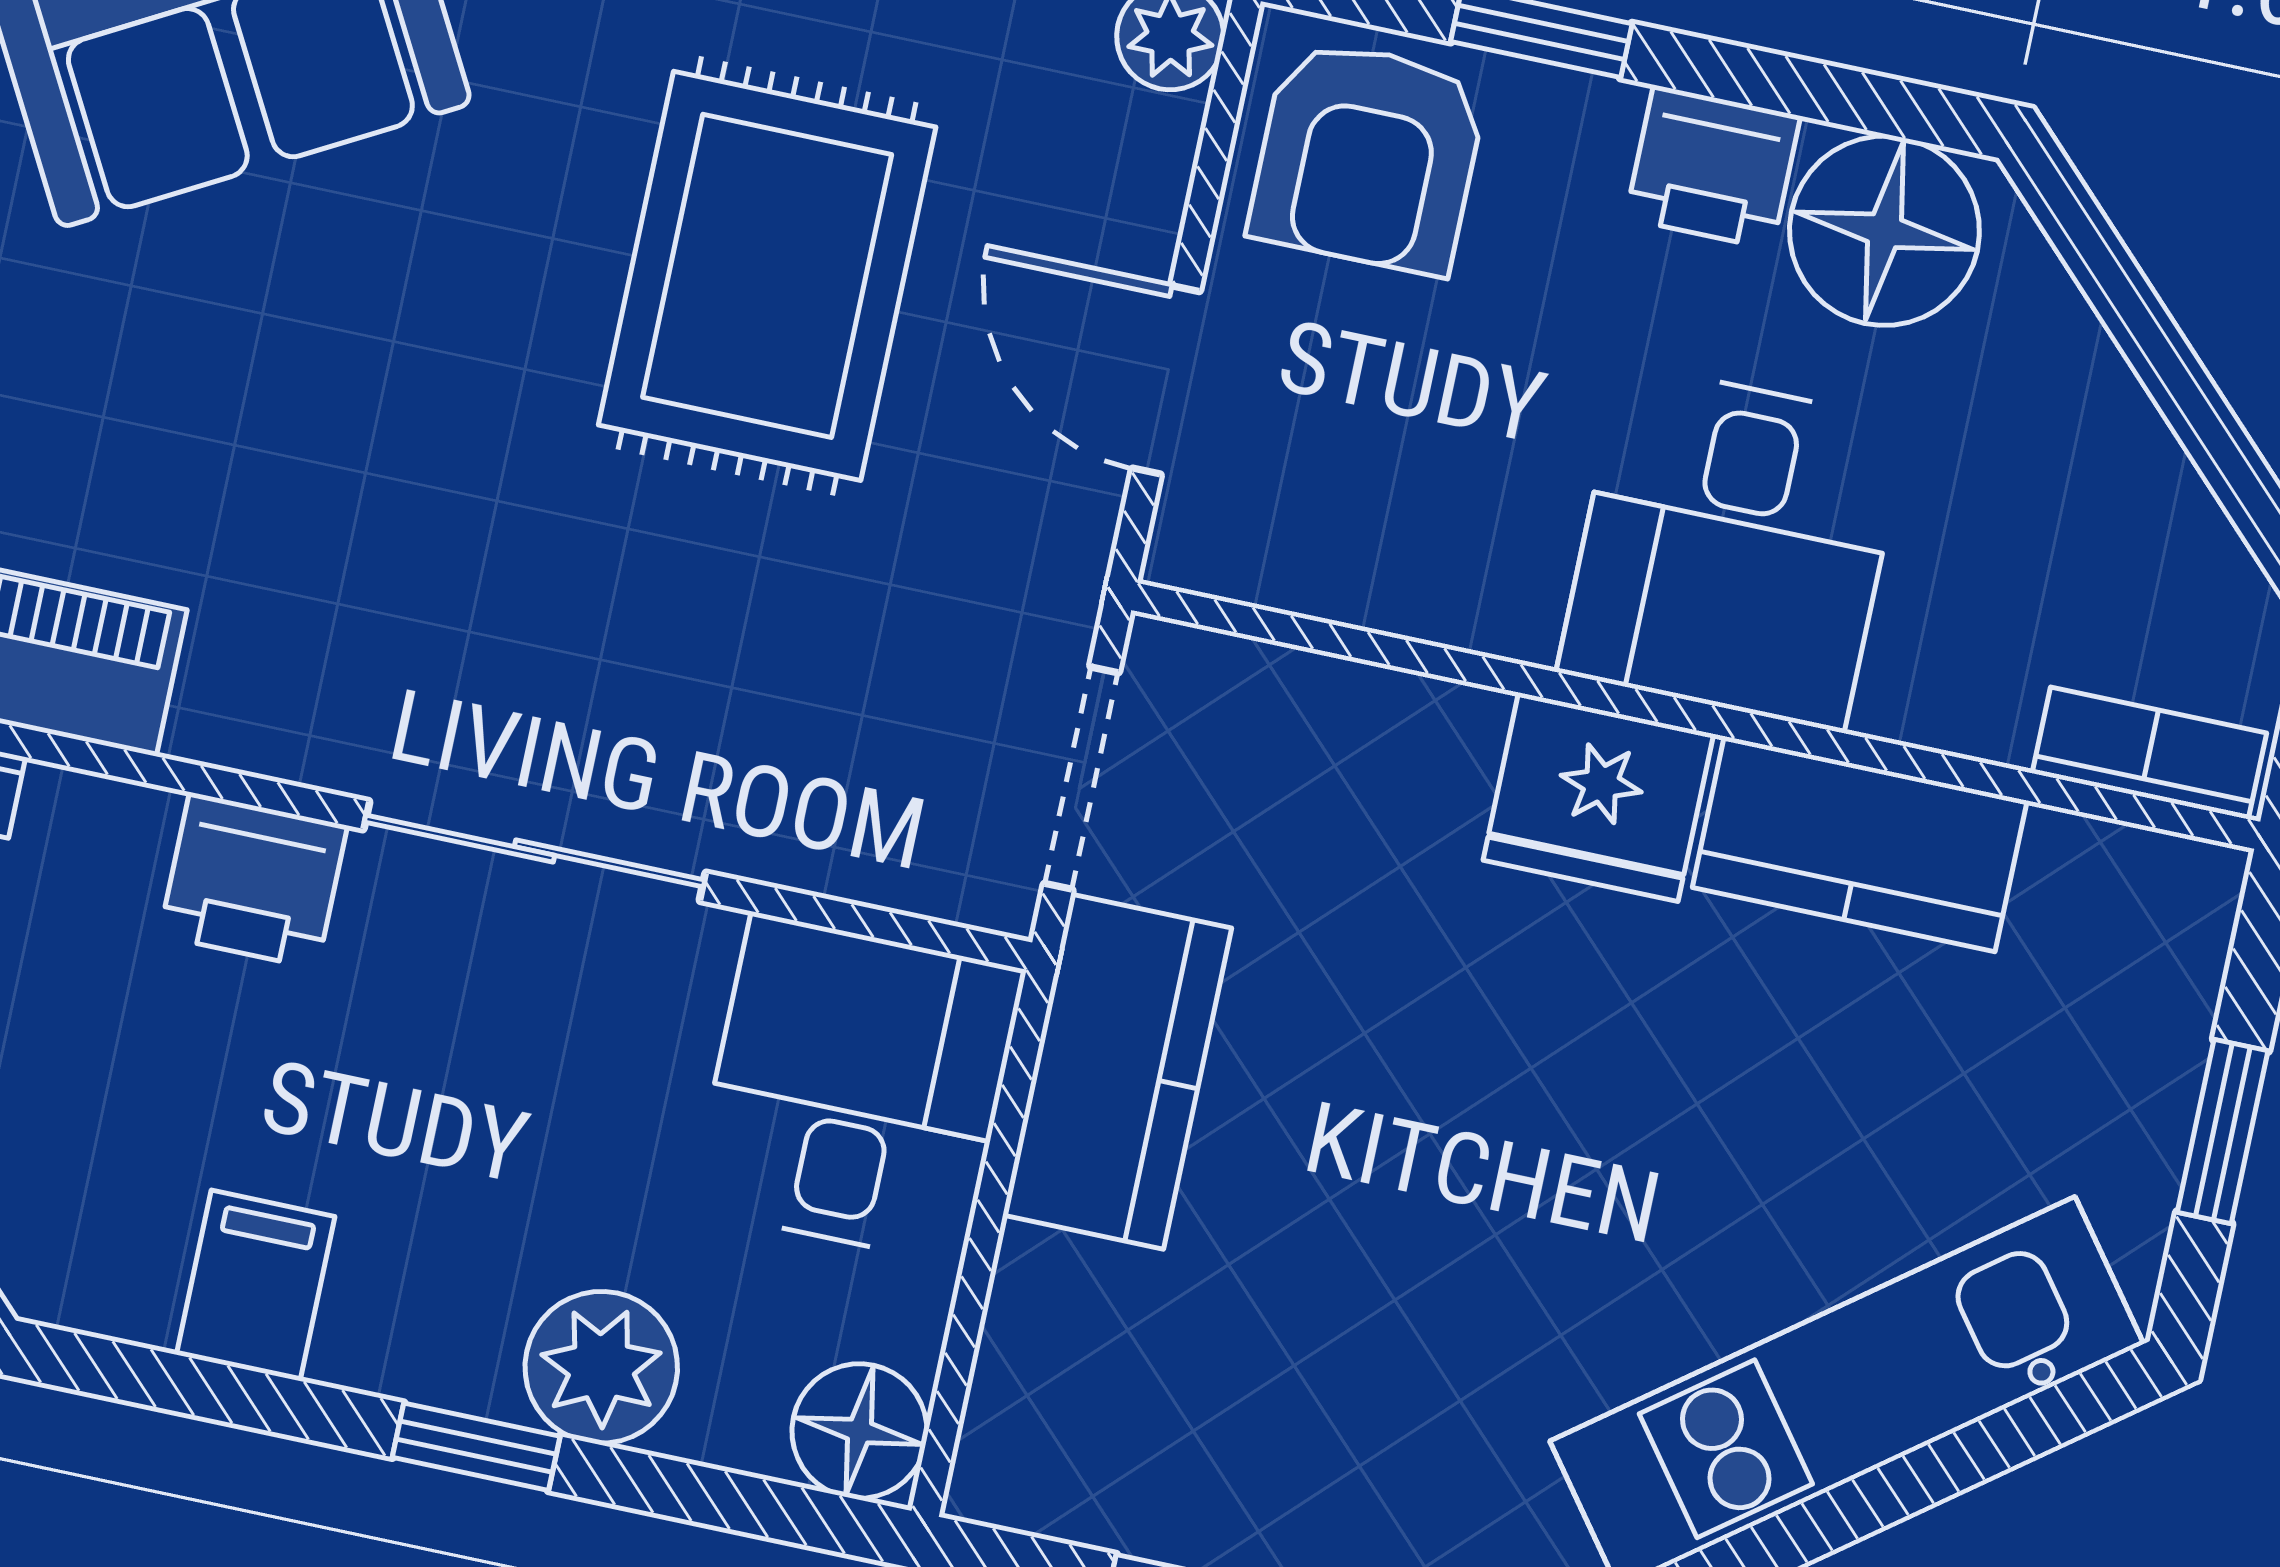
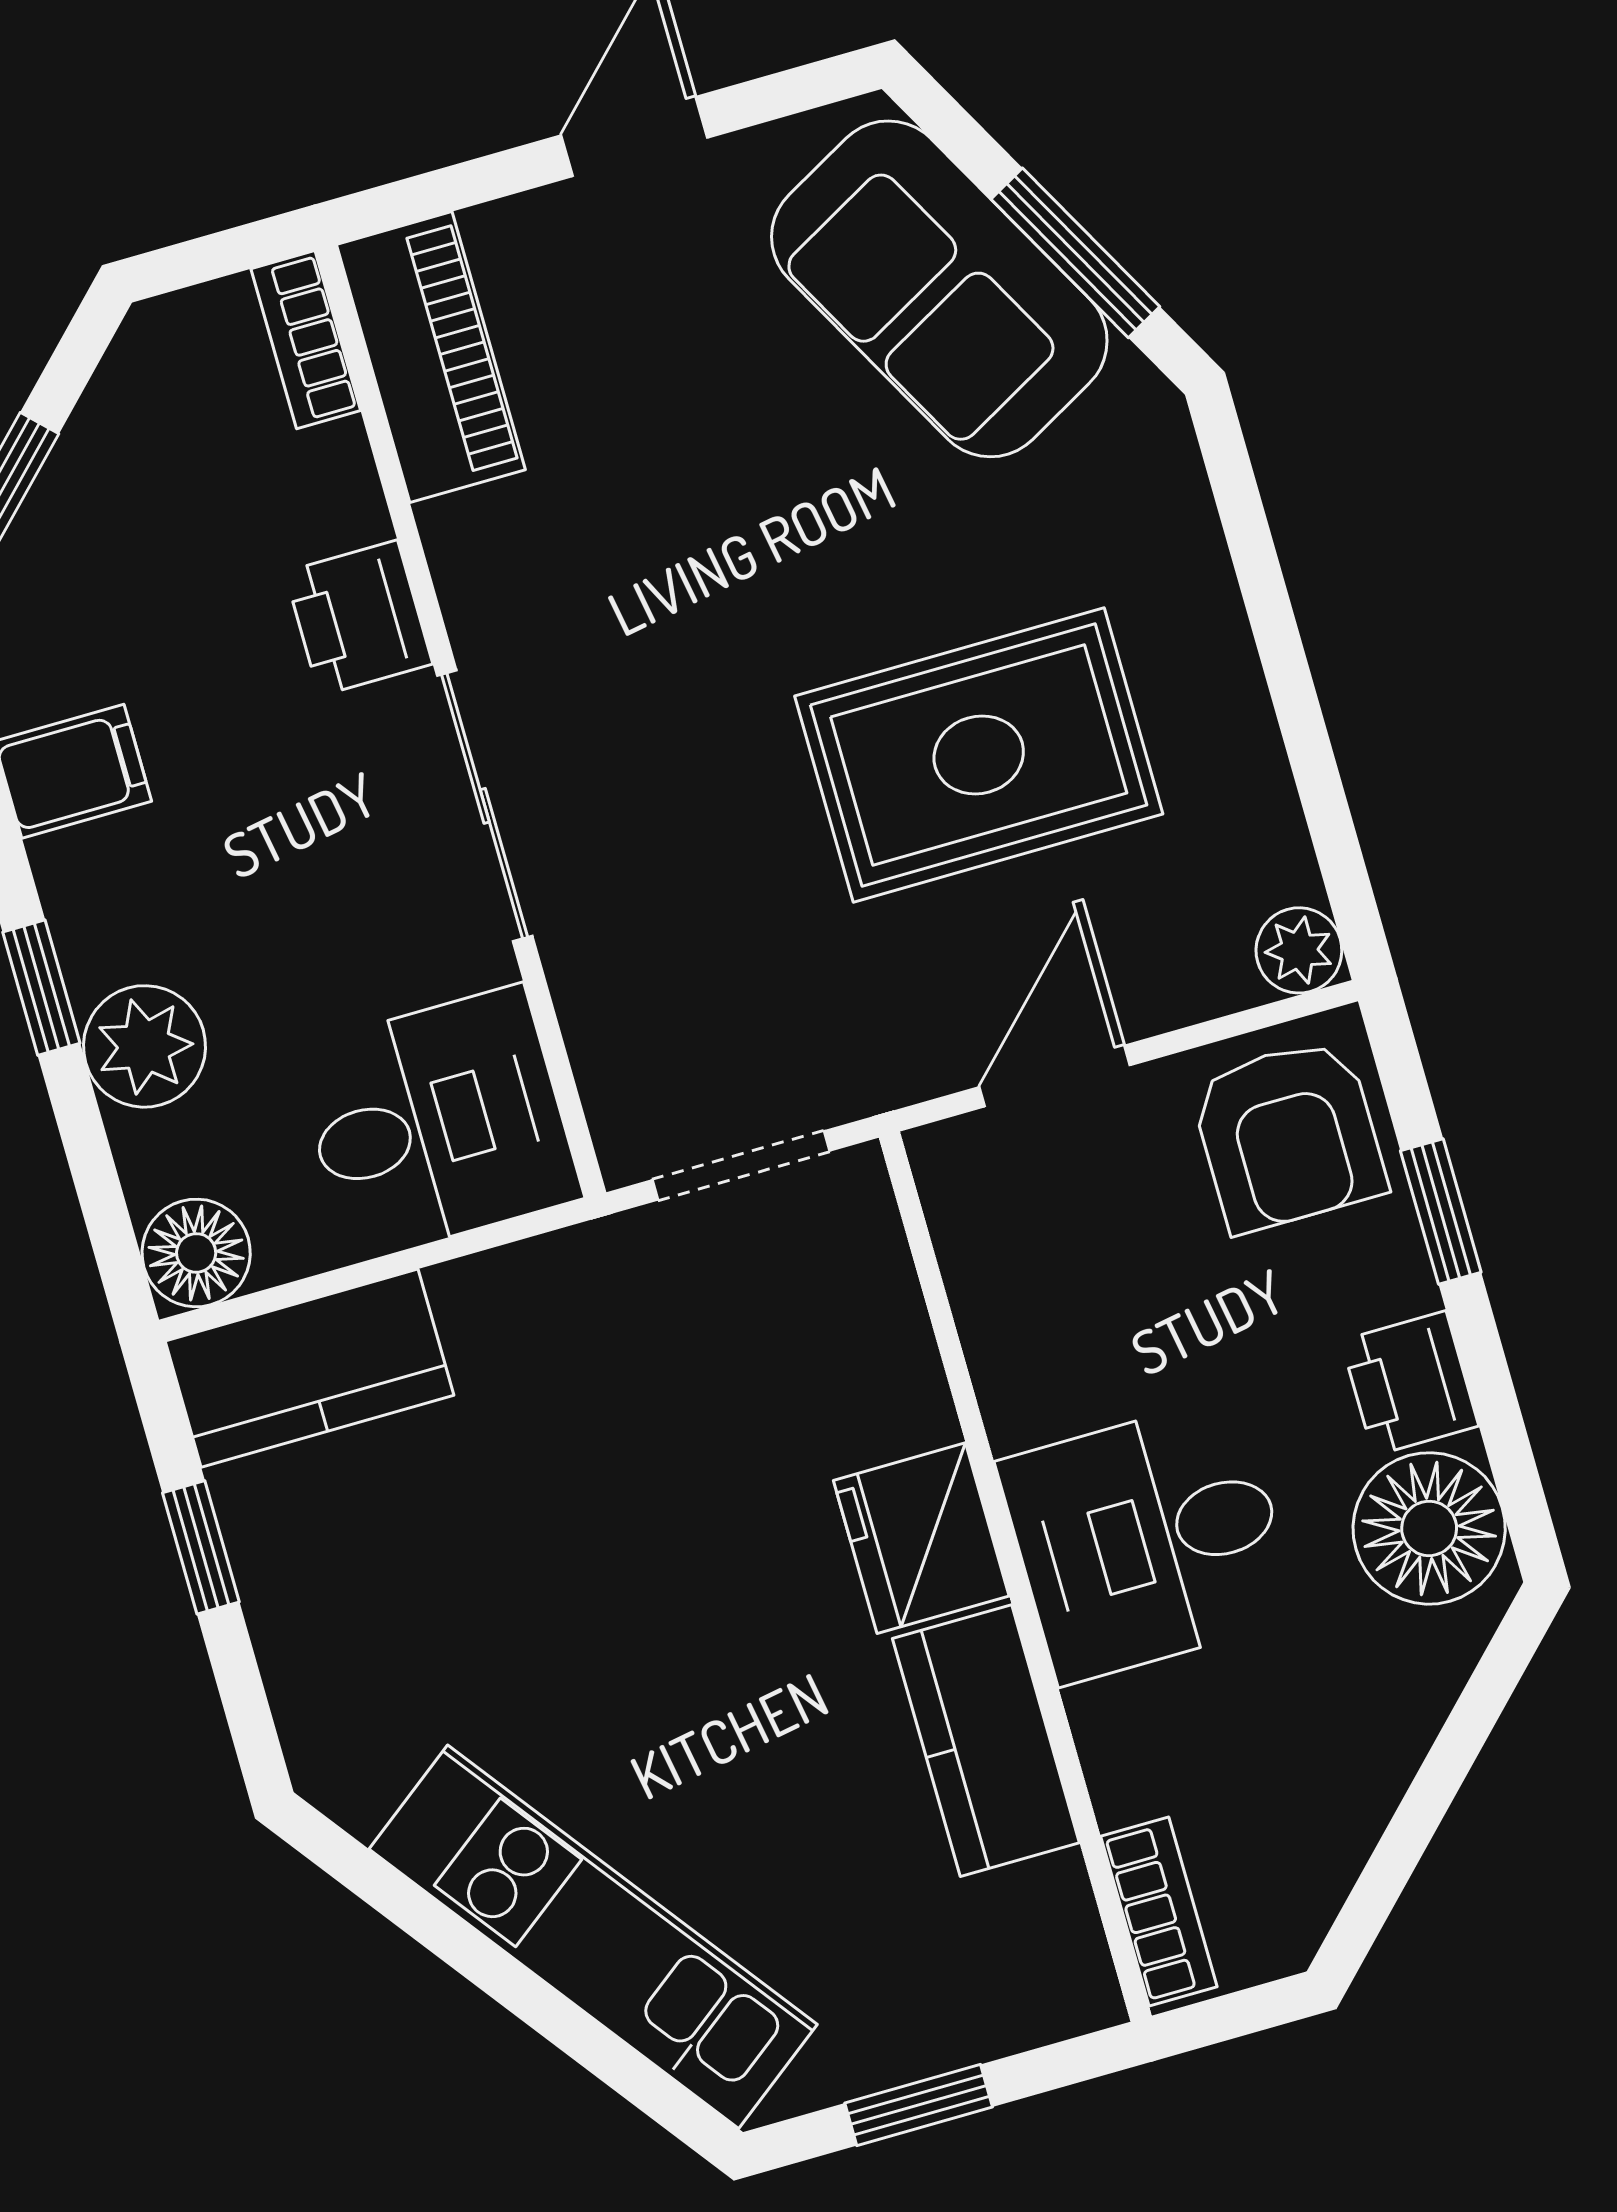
armchair: (1368, 156) -> (1288, 1135), turned -90
kitchen counter: (1117, 1072) -> (310, 1368), moved

